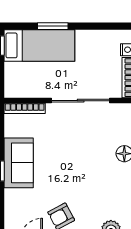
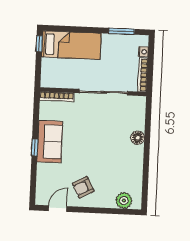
window: (53, 26) -> (122, 31), moved

